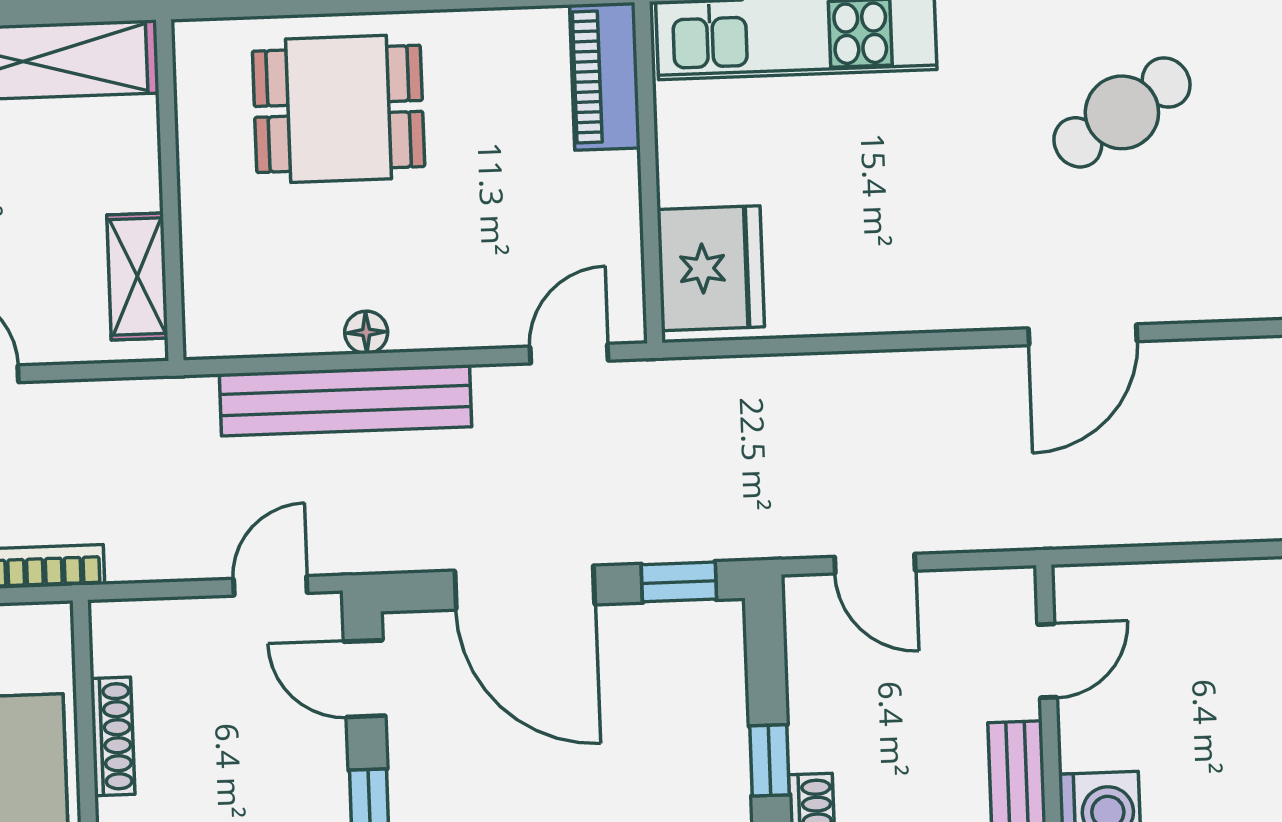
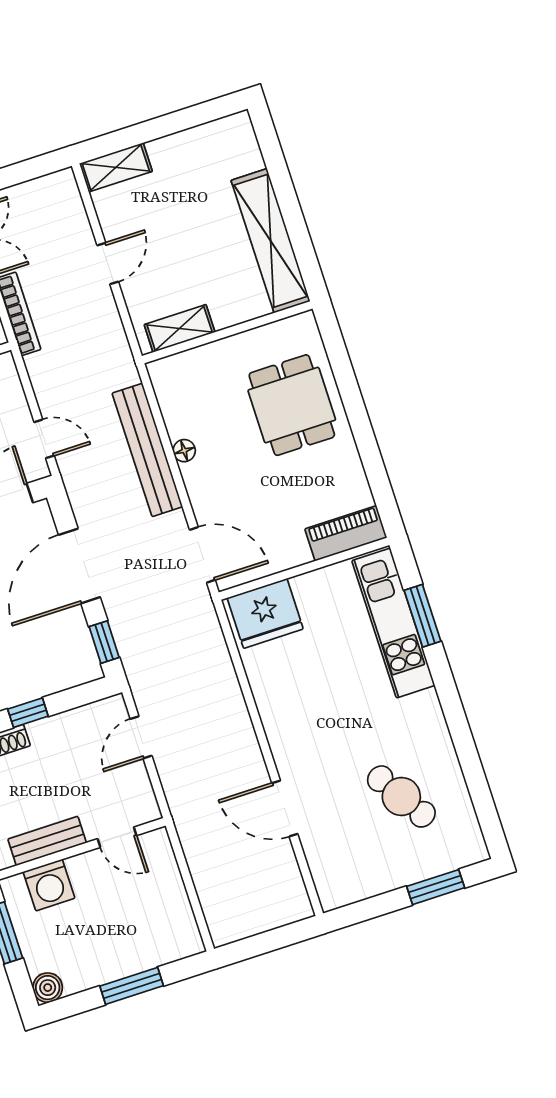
door: (569, 354) -> (202, 555), width x1.38

